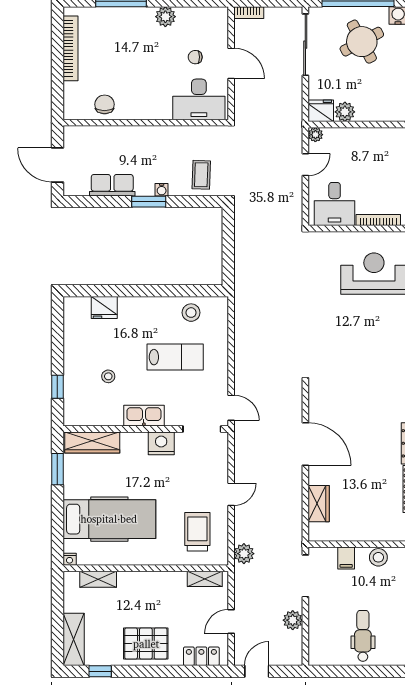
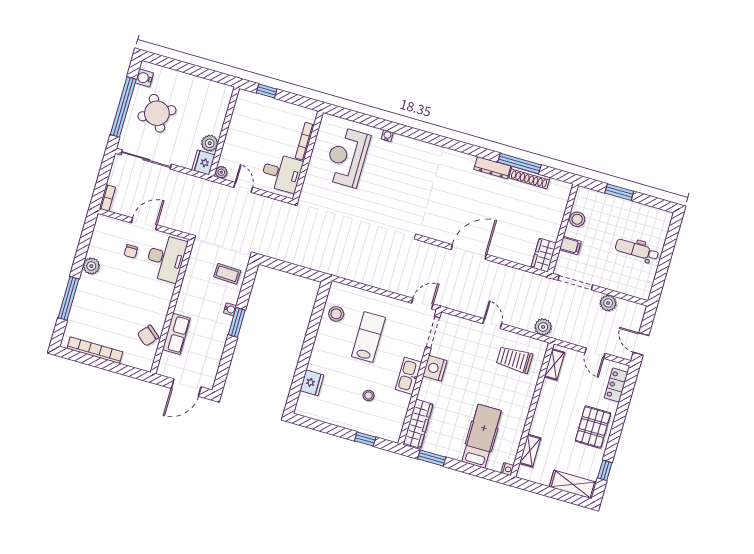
chair: (105, 104) -> (148, 336), turned -50
row of seats: (112, 185) -> (176, 334), moved, turned 180
wardrobe: (319, 504) -> (544, 255), moved, turned -90
hospital bed: (109, 519) -> (482, 436), width x0.73, depth x0.78

